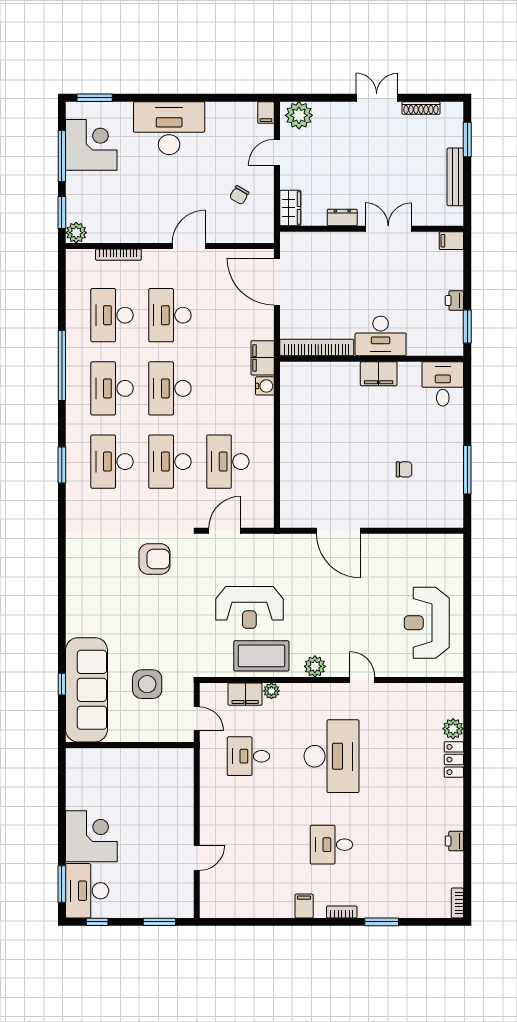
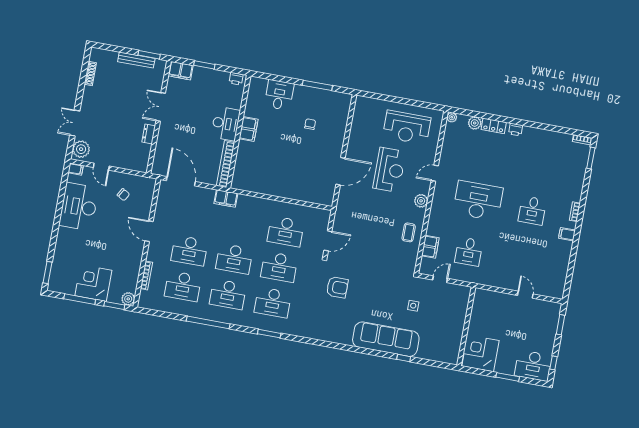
double door: (377, 98) -> (75, 123), moved
desk: (169, 128) -> (79, 207), moved
window: (467, 140) -> (149, 55), moved
corner desk: (91, 145) -> (93, 283), moved
wardrobe: (290, 208) -> (137, 165), removed
filing cabinet: (451, 241) -> (181, 71), width x2.00
door: (277, 282) -> (181, 181), swing flipped
printer: (454, 301) -> (236, 79), moved
window: (467, 327) -> (204, 65), moved
desk: (443, 384) -> (279, 95), moved, turned 90
water cooler: (265, 386) -> (243, 200), removed
door: (225, 531) -> (328, 241), swing flipped
armchair: (154, 559) -> (337, 287), turned 90
reception desk: (249, 607) -> (389, 170), moved
coffee table: (261, 656) -> (409, 232), width x0.54, depth x0.58
side table: (147, 684) -> (413, 306), width x0.54, depth x0.54
sofa: (86, 690) -> (386, 339), moved
plant: (271, 691) -> (452, 117), moved
wall: (130, 745) -> (466, 326), moved
corner desk: (91, 836) -> (480, 353), moved
printer: (454, 841) -> (516, 130), moved
window: (62, 884) -> (508, 377), moved
window: (382, 922) -> (591, 158), moved

